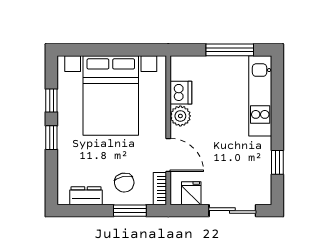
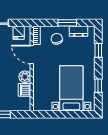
bed with nightstands: (111, 95) -> (71, 88), width x0.73
window: (51, 138) -> (98, 50), moved
window: (130, 211) -> (67, 23), moved

